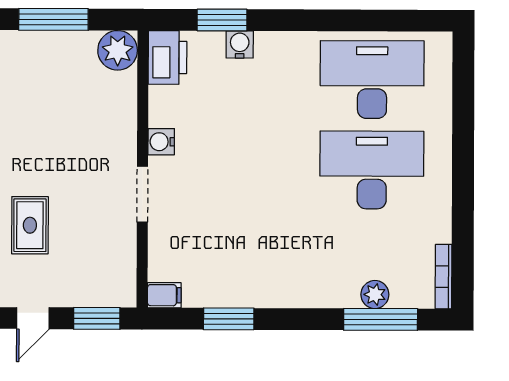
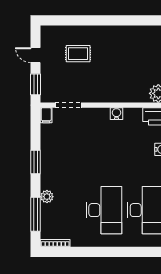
doorway: (142, 194) -> (68, 105), moved
plant: (375, 295) -> (47, 197), moved
window: (229, 319) -> (35, 162), moved

